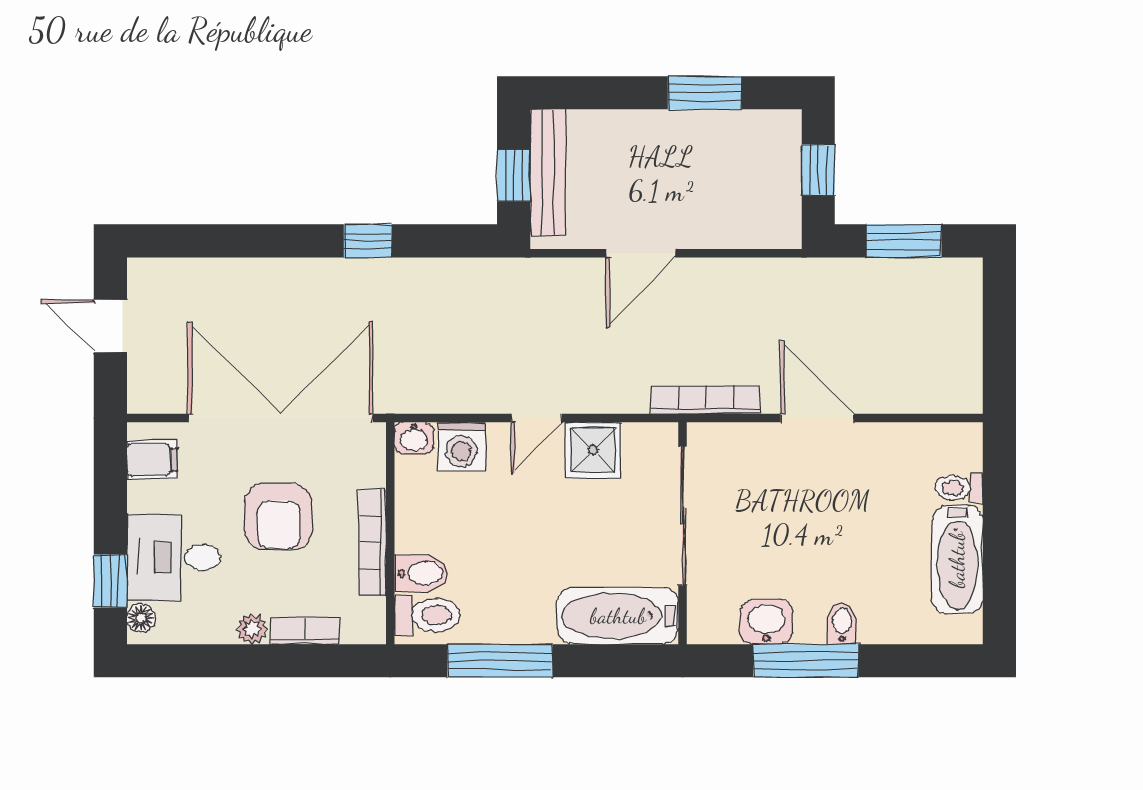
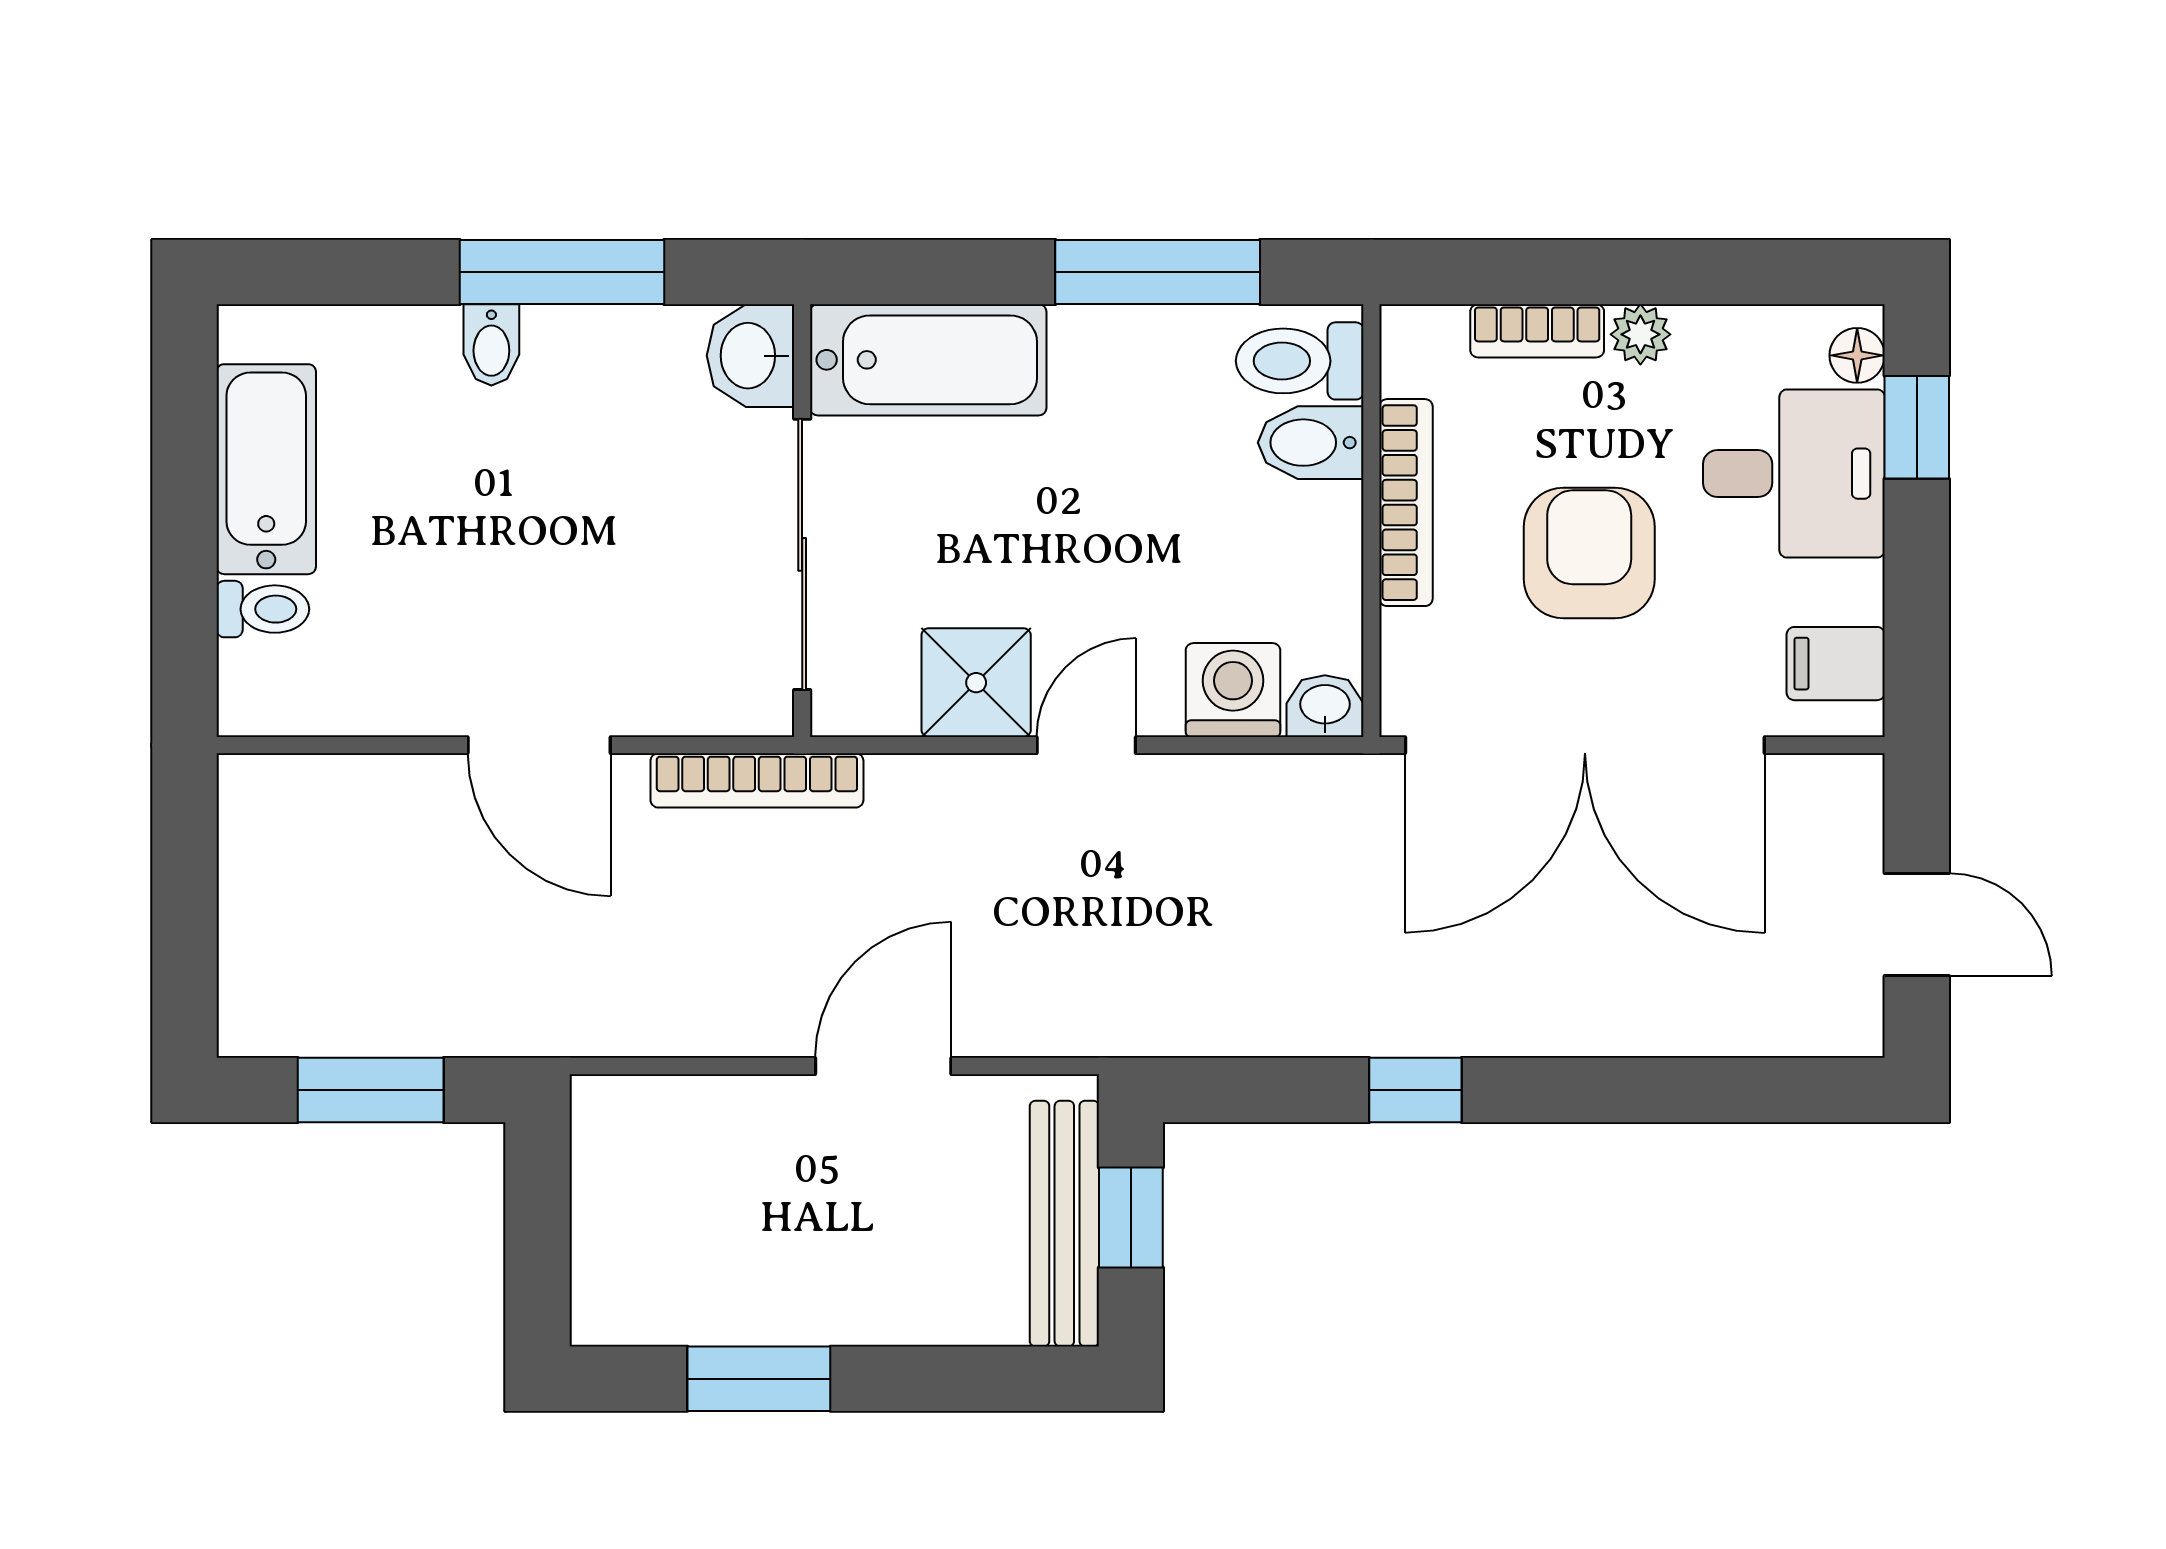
window: (818, 170) -> (537, 1228), removed
washbasin: (766, 622) -> (751, 356), moved, turned 90

